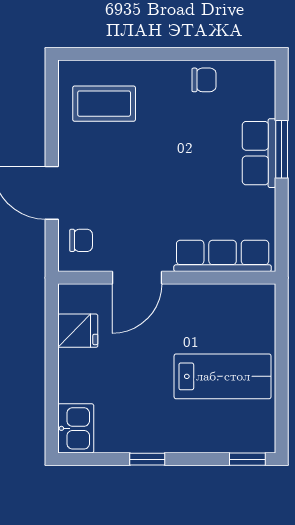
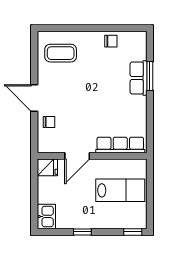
row of seats: (223, 256) -> (120, 145), moved
door: (137, 278) -> (77, 156), moved
wall: (167, 278) -> (92, 156), moved

